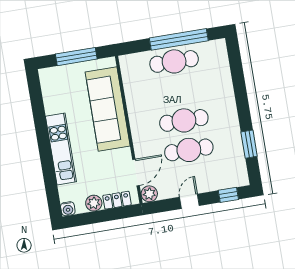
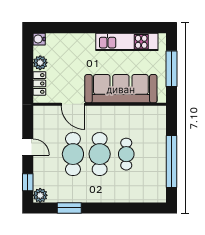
cafe table: (174, 61) -> (126, 154), moved, width x0.73, depth x0.74
kitchen unit: (61, 149) -> (127, 42), moved
door: (136, 173) -> (73, 104), moved
plant: (149, 194) -> (40, 195), moved

